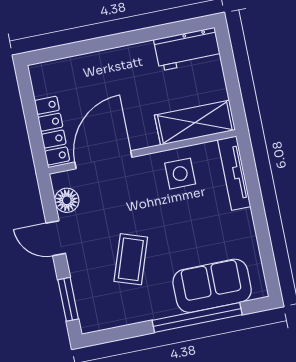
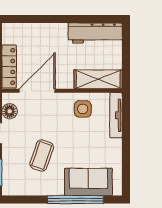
workbench: (187, 49) -> (95, 33), width x1.38

